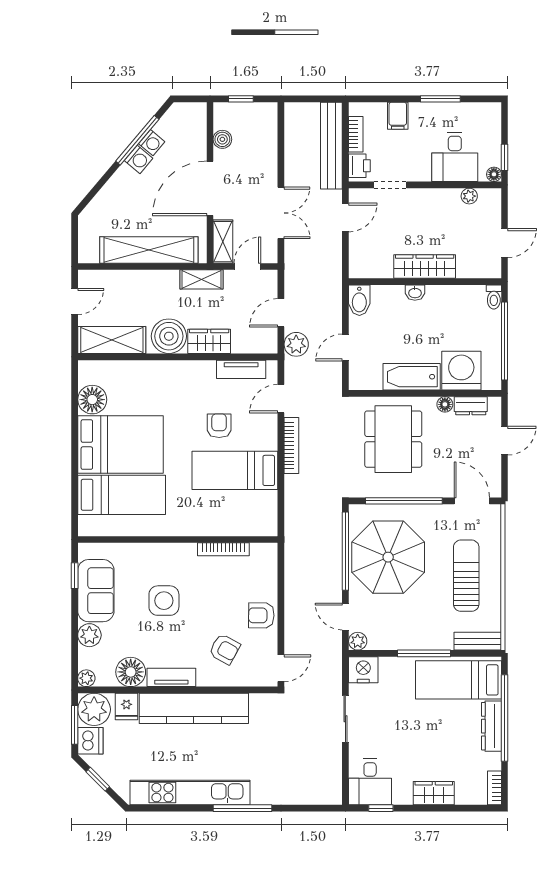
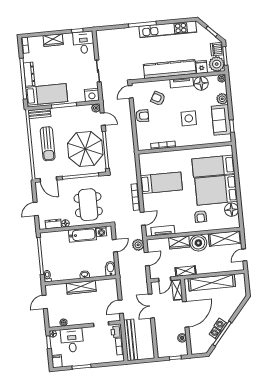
filing cabinet: (398, 116) -> (57, 361), moved
washing machine: (461, 371) -> (101, 232), moved, width x0.53, depth x0.53
armchair: (219, 426) -> (201, 216), moved

